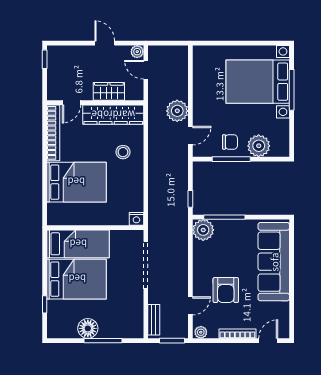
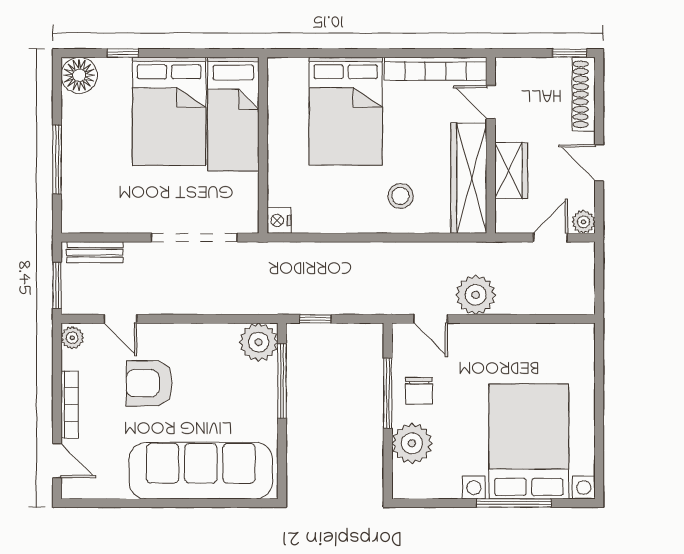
door: (105, 43) -> (599, 163), swing flipped
shoe rack: (67, 52) -> (584, 94), added
floor lamp: (88, 328) -> (79, 75), moved

